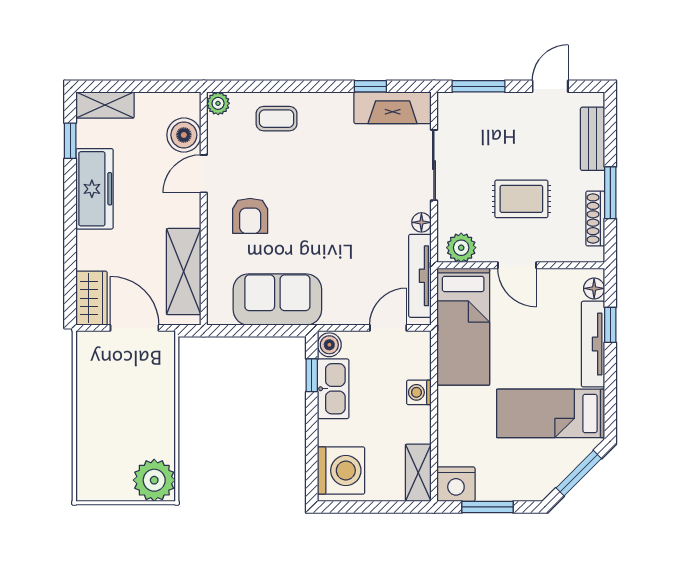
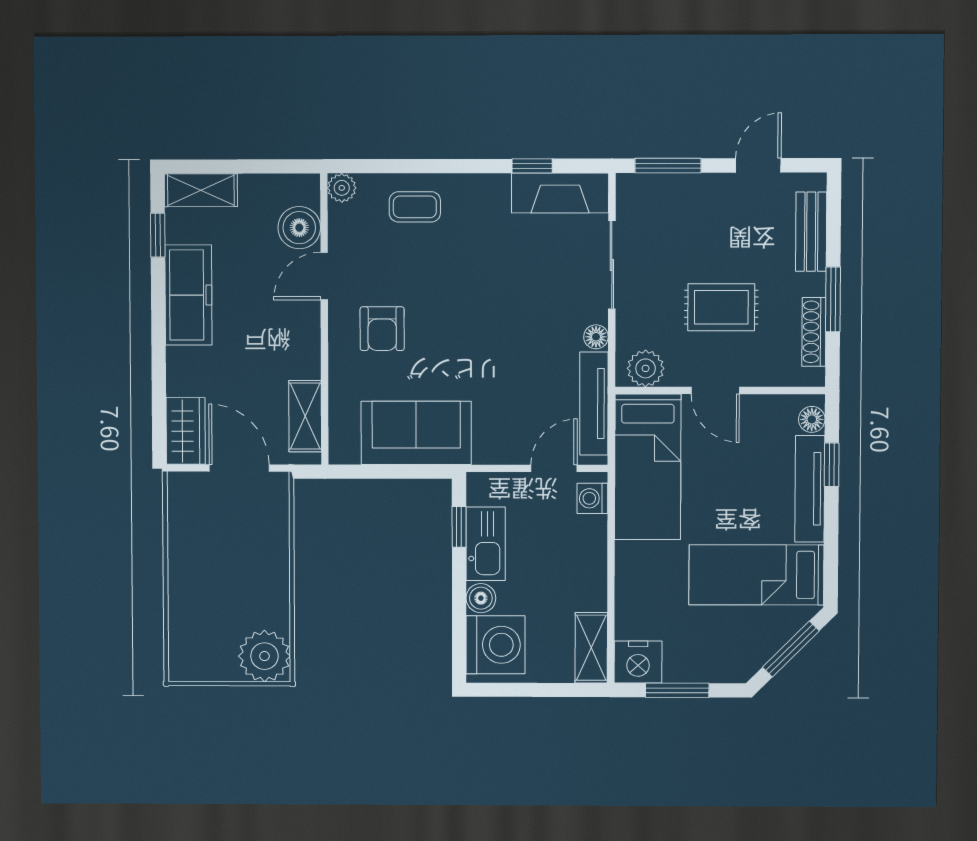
shelving: (184, 272) -> (305, 416), width x0.67, depth x0.75
boiler: (329, 345) -> (481, 598), moved
washing machine: (419, 392) -> (592, 498), moved

